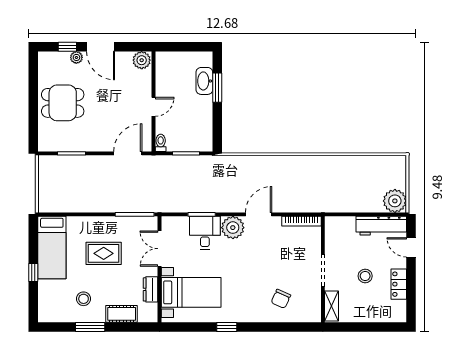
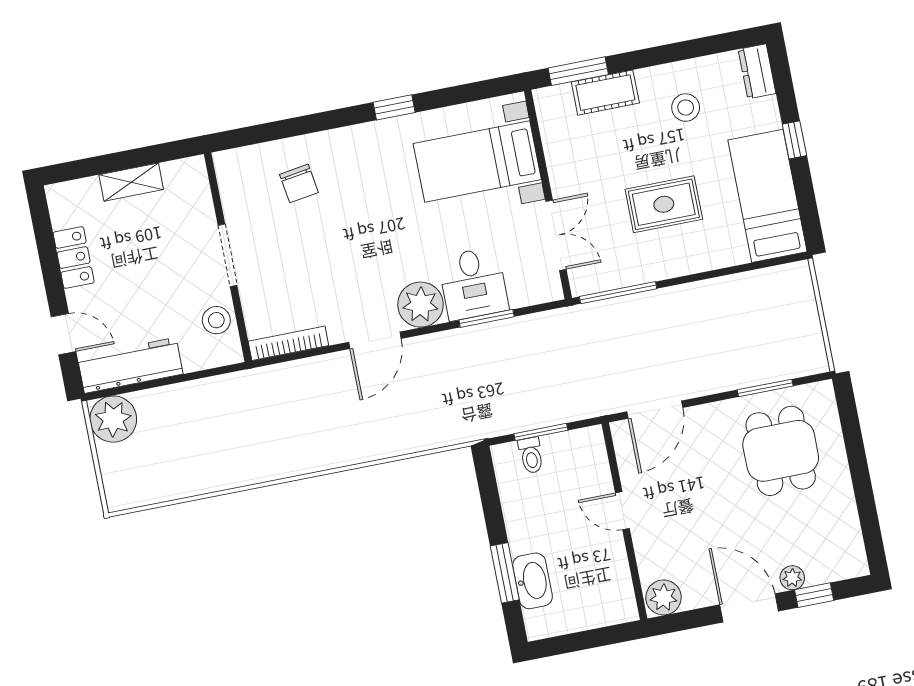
dining table: (63, 103) -> (781, 451), moved, turned 90
door: (153, 107) -> (622, 511), hinge flipped
toilet: (161, 143) -> (531, 455), moved
stool: (365, 276) -> (216, 320), moved
dresser: (151, 289) -> (757, 71), moved, turned 180
chair: (281, 299) -> (299, 183), turned 147
shelving: (332, 306) -> (131, 182), moved, turned 90
window: (90, 327) -> (578, 71), moved

